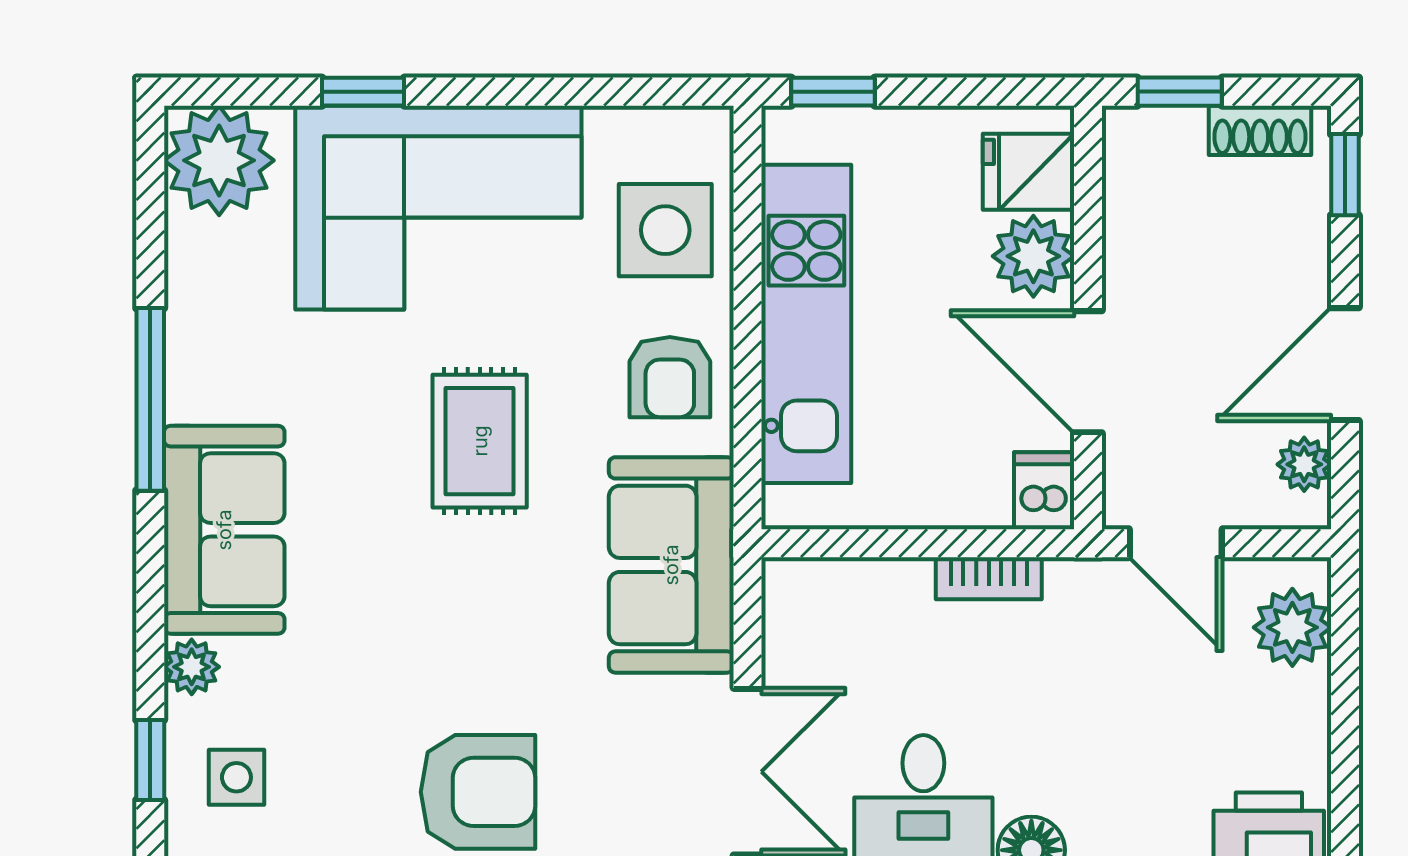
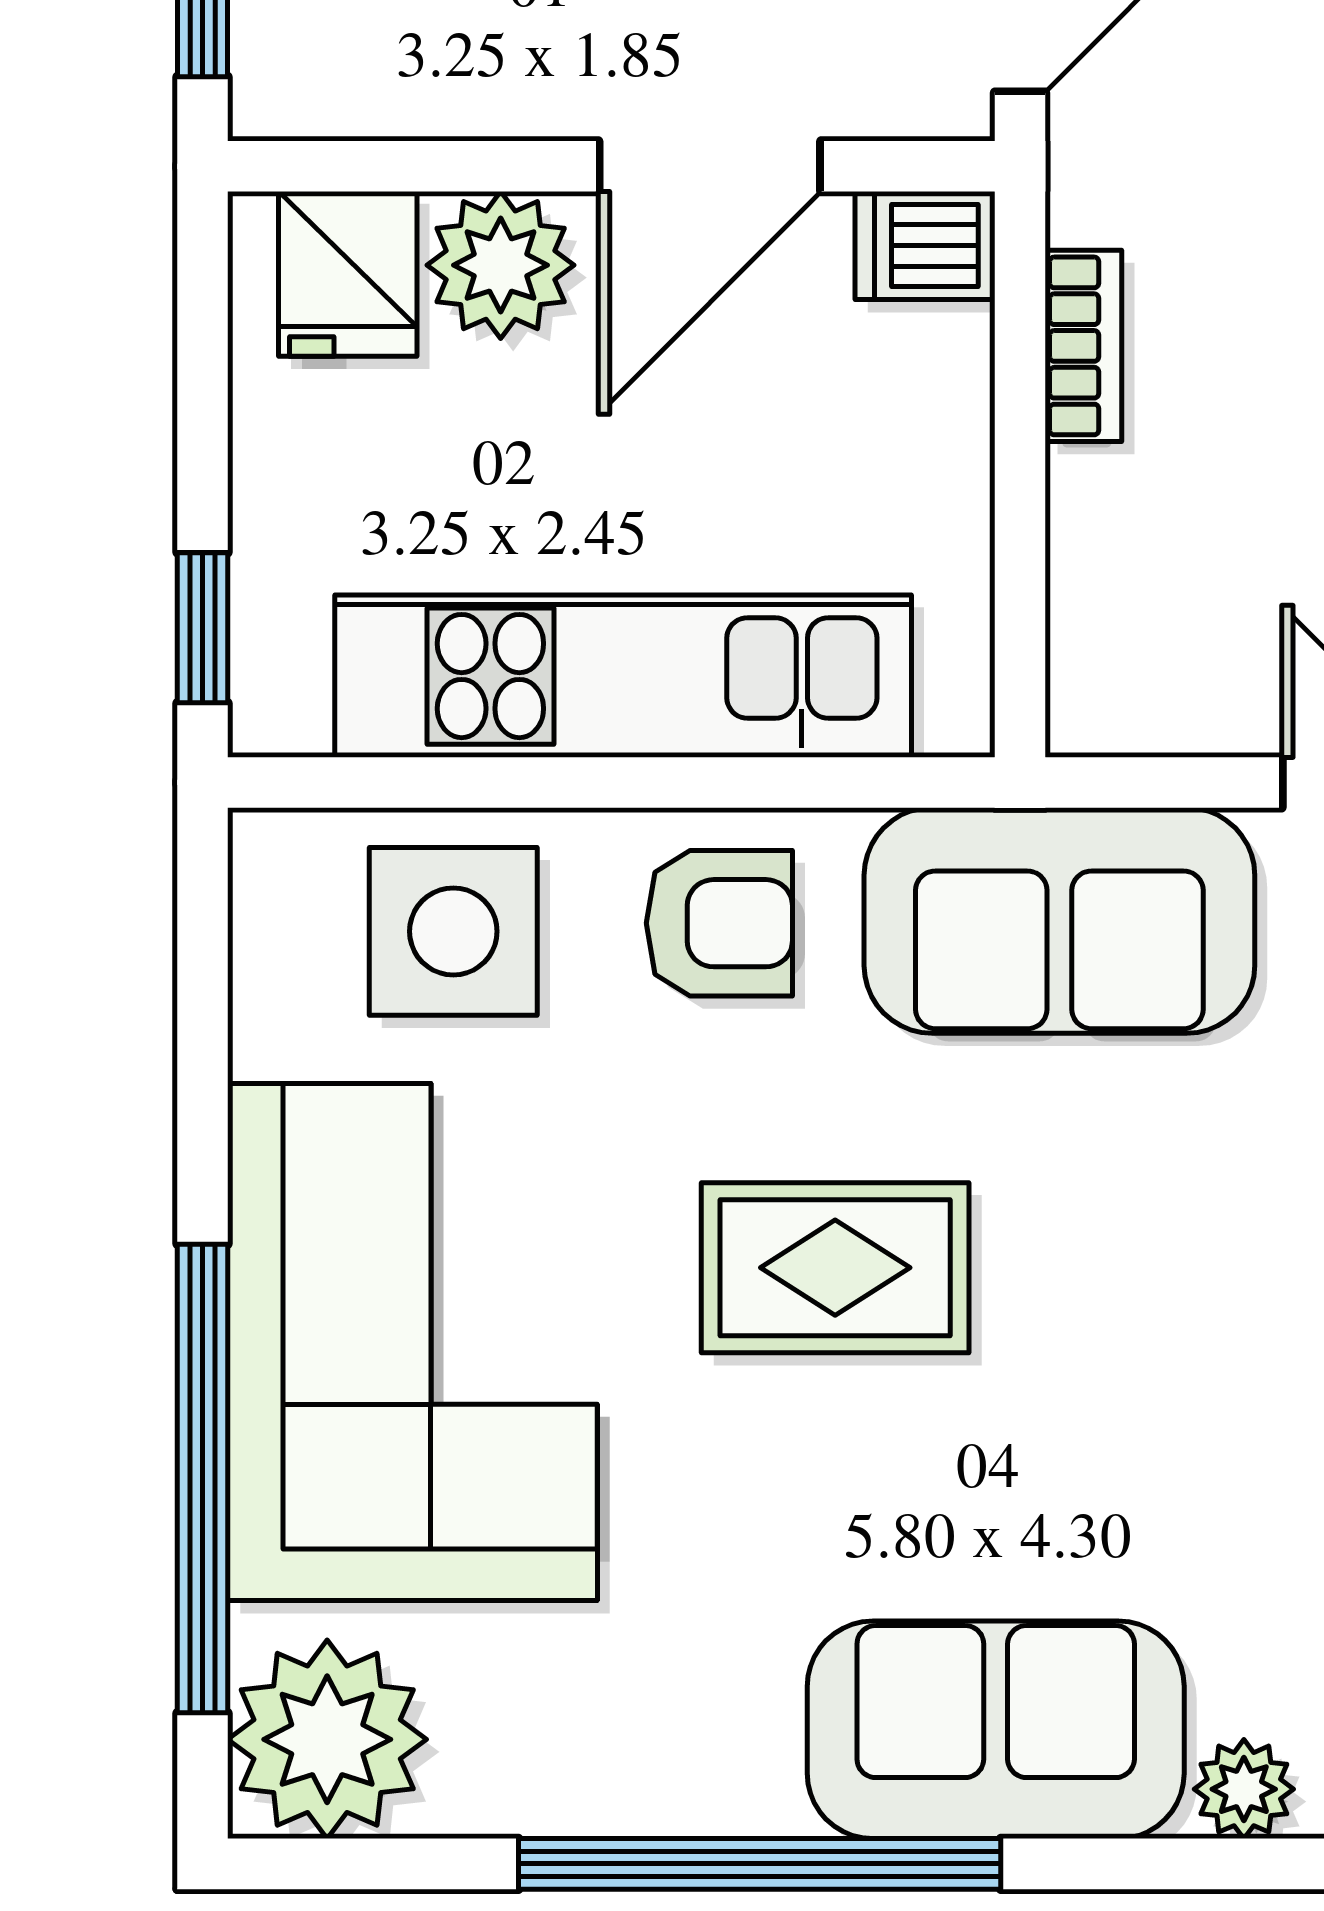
window: (363, 92) -> (203, 1478), width x3.17
window: (150, 399) -> (760, 1864), width x1.46

